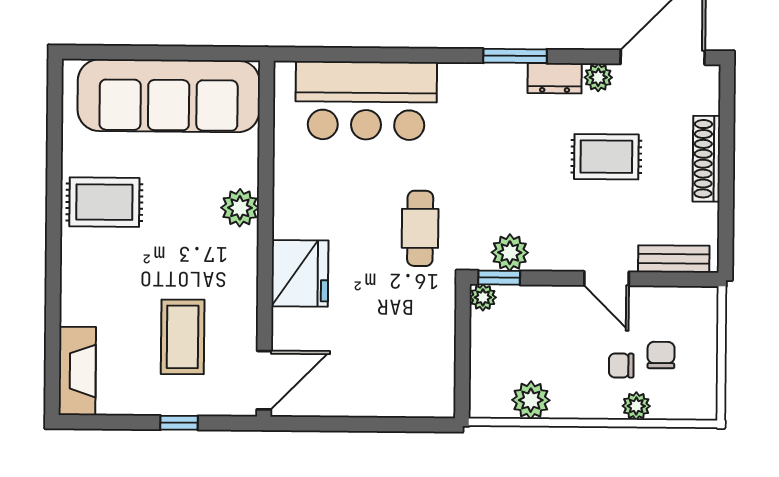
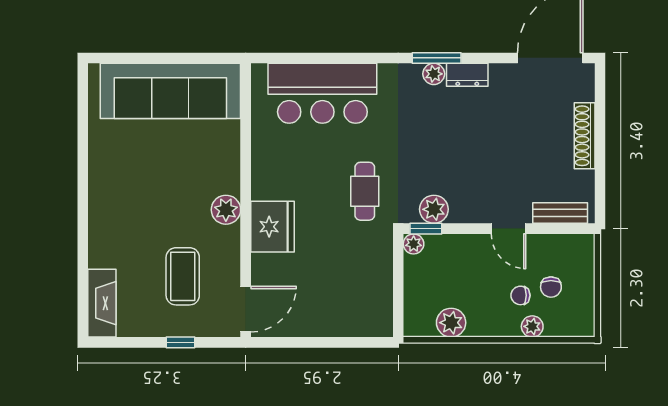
plant: (598, 77) -> (434, 74), moved
rug: (606, 157) -> (508, 135), removed
rug: (104, 202) -> (122, 173), removed
plant: (240, 208) -> (226, 210), moved
chair: (661, 355) -> (551, 287), turned 180

